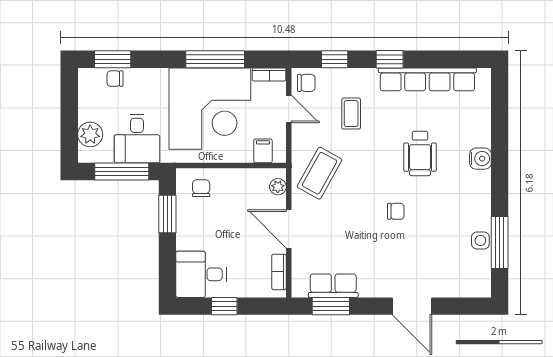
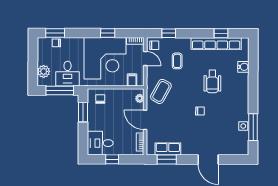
window: (215, 59) -> (108, 33), width x0.46
window: (390, 59) -> (221, 33), moved
water cooler: (480, 159) -> (243, 67), moved

